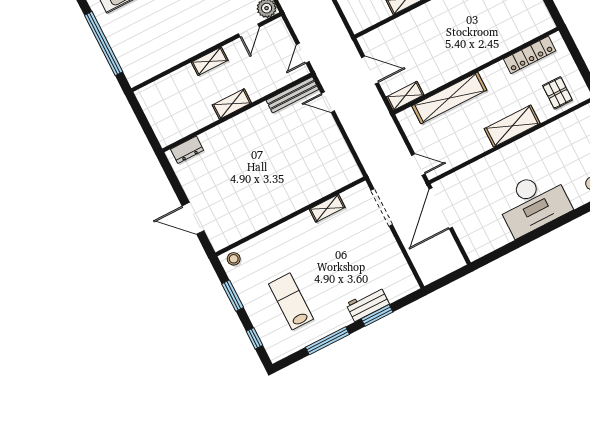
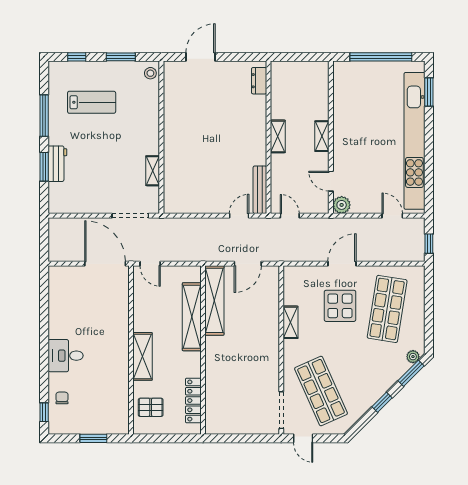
shelving: (405, 96) -> (214, 300), width x2.20, depth x1.33
door: (418, 165) -> (150, 264), hinge flipped
desk: (533, 203) -> (66, 356), width x0.53, depth x0.77

